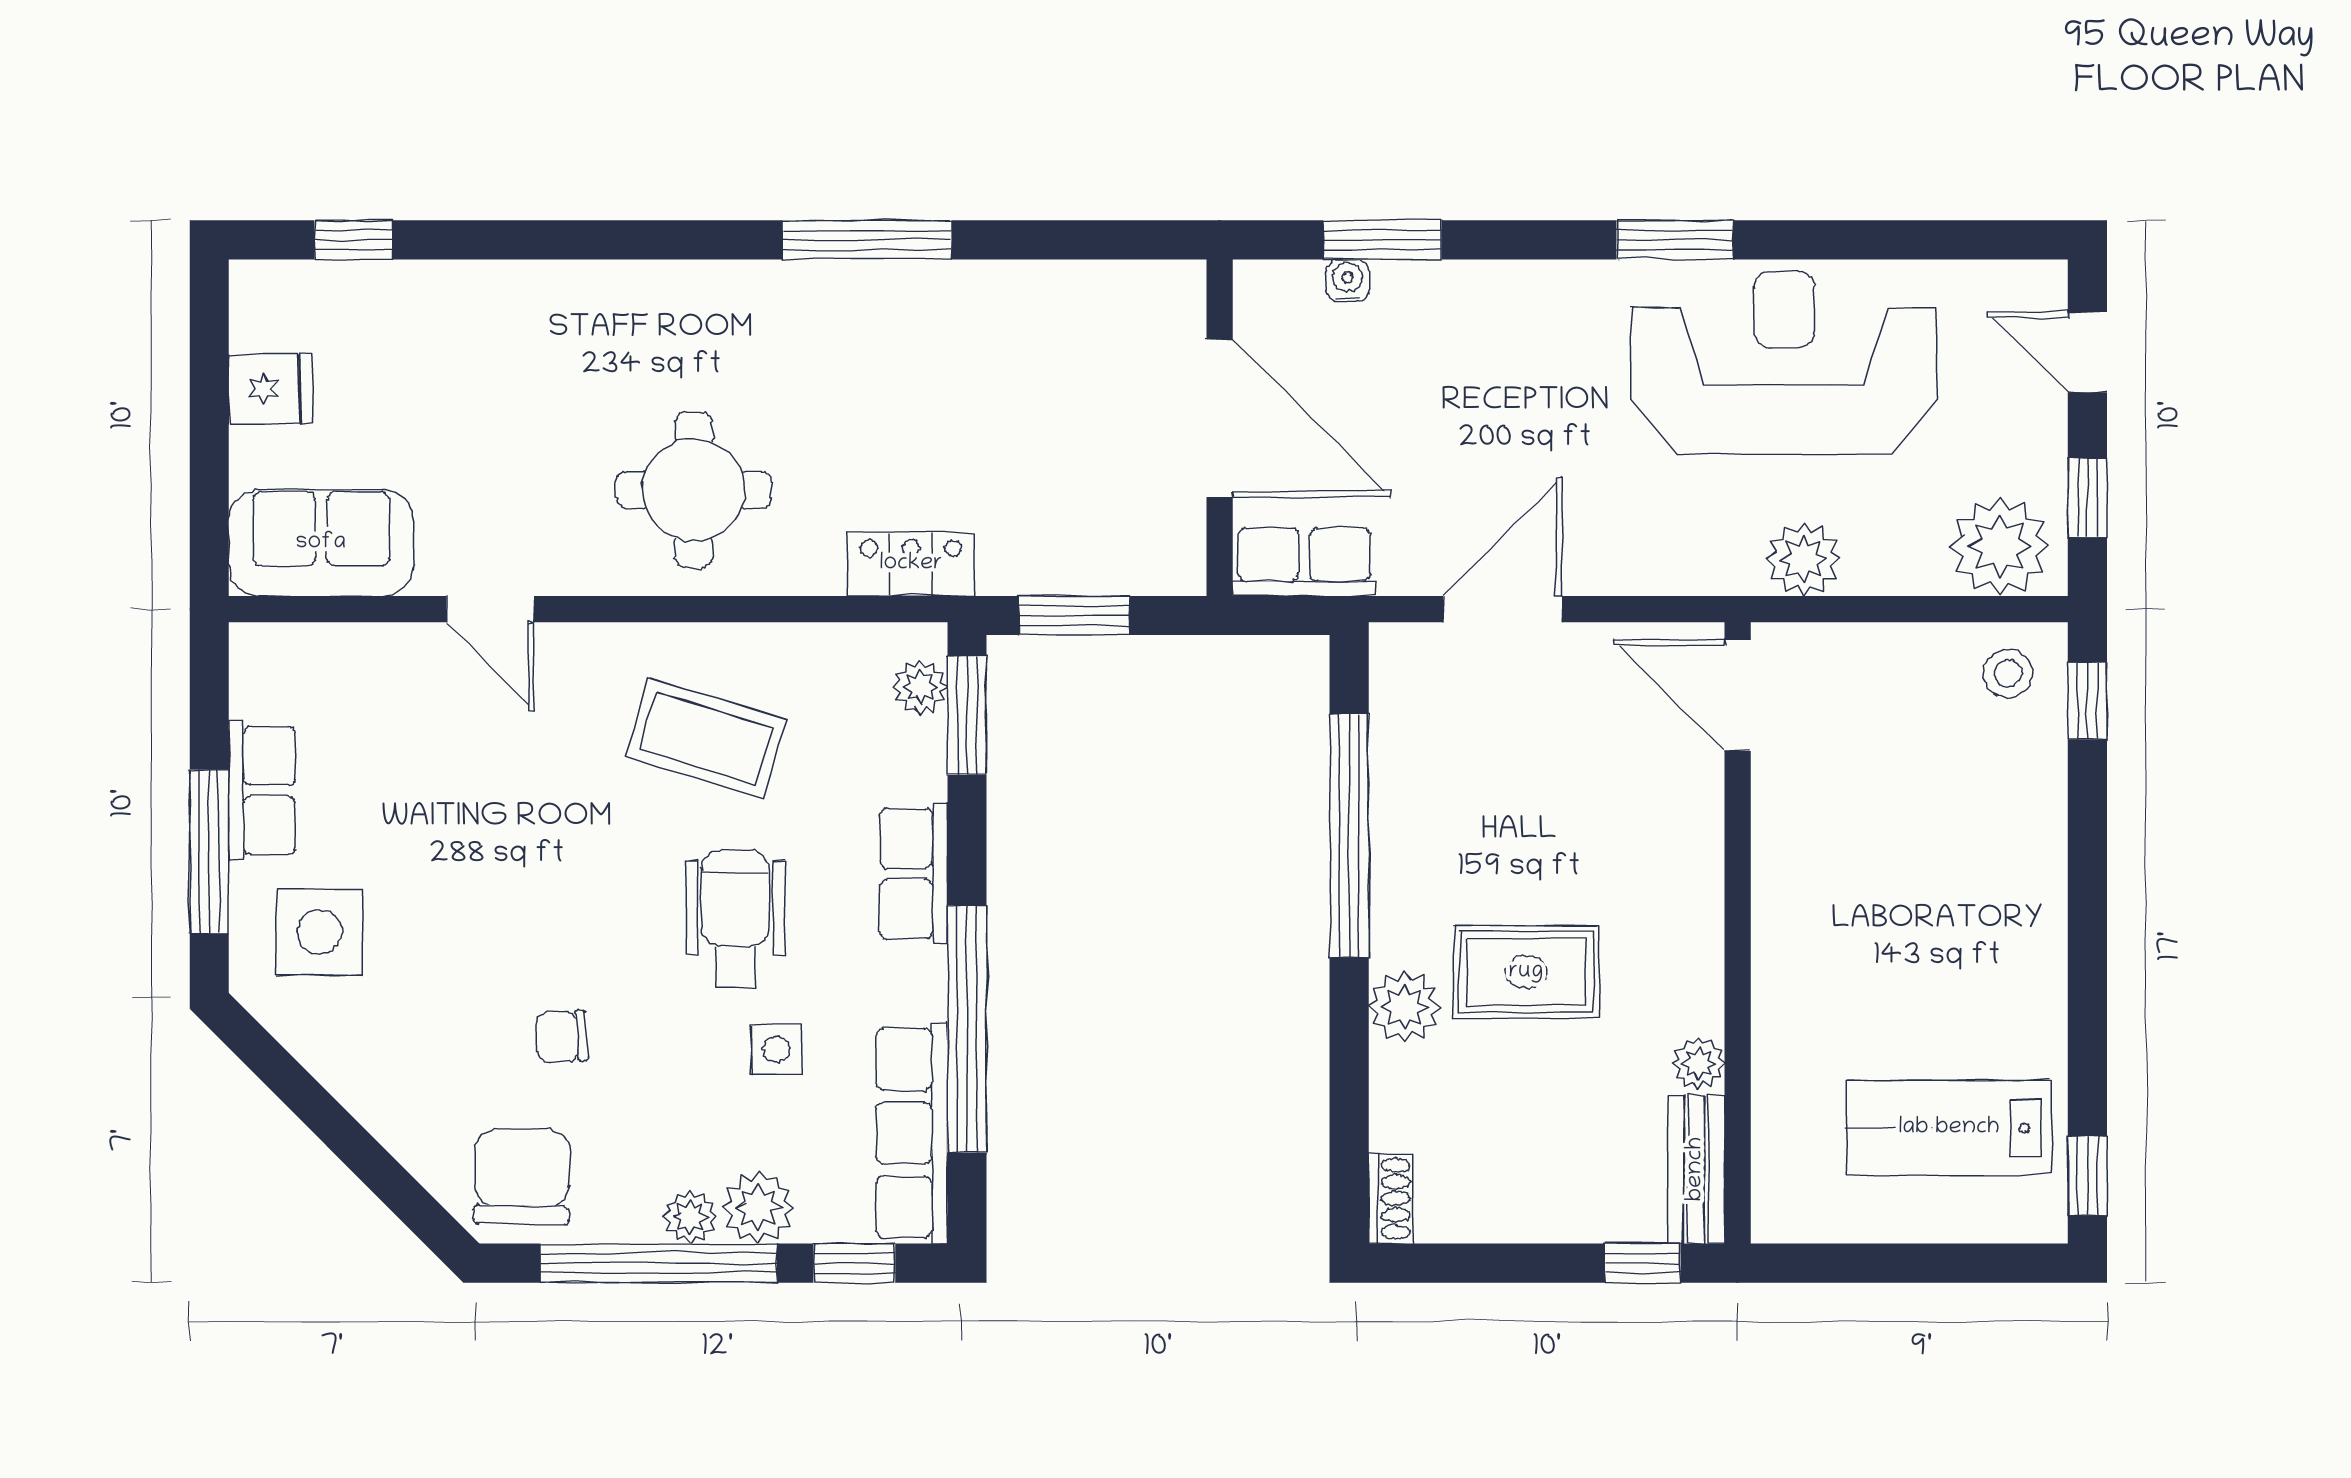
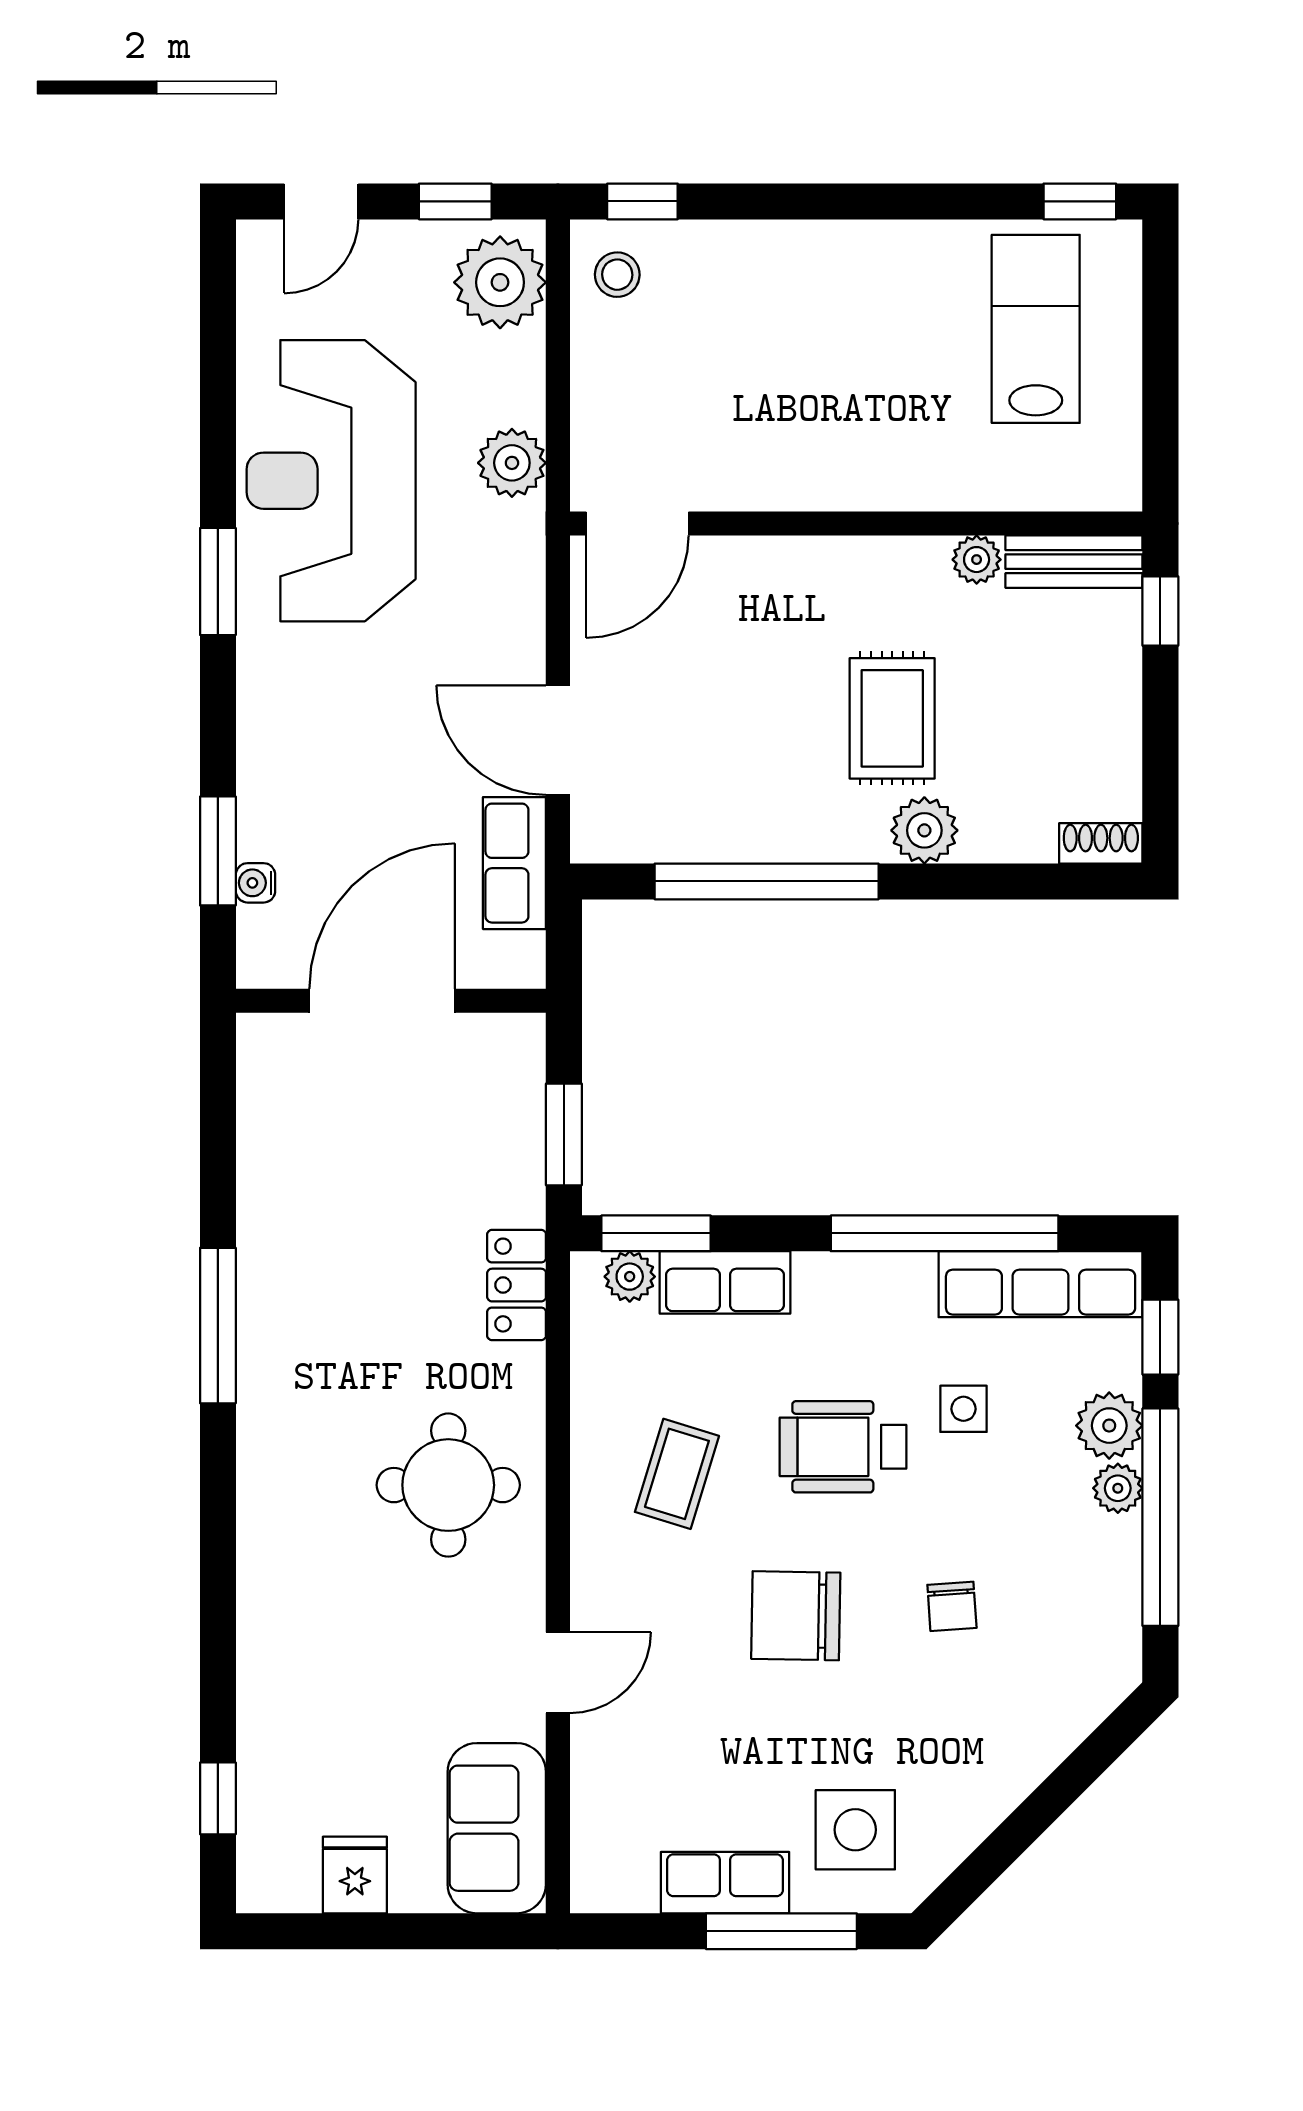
row of seats: (1304, 562) -> (514, 863), moved
coffee table: (706, 738) -> (677, 1474), width x0.73, depth x0.77
row of seats: (914, 874) -> (725, 1282), moved
lab bench: (1949, 1128) -> (1036, 329), turned 180
chair: (522, 1177) -> (796, 1616), moved

